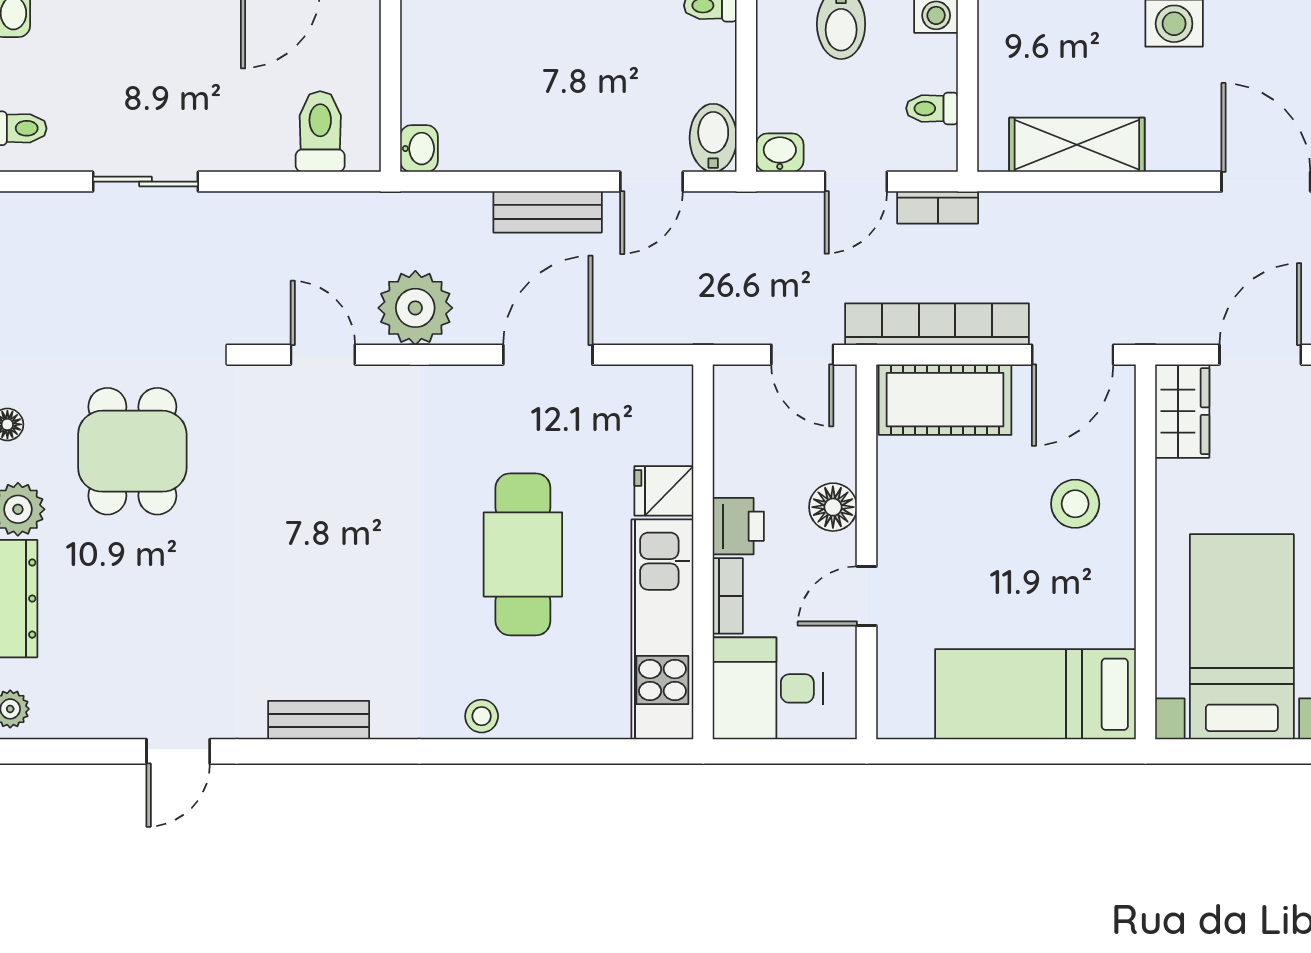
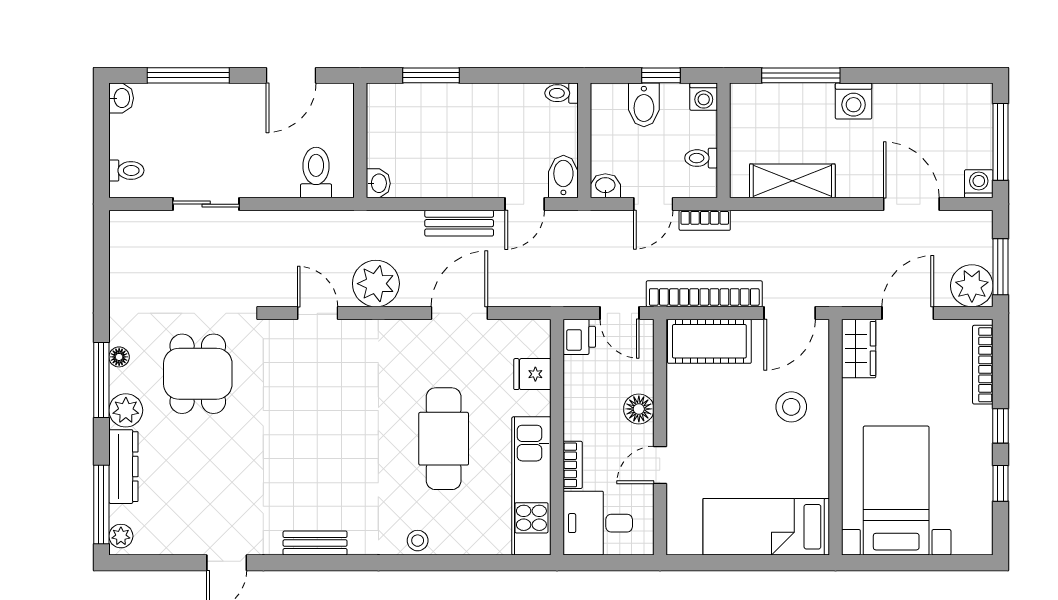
fridge: (664, 491) -> (532, 374), moved
printer: (738, 526) -> (579, 337), moved

